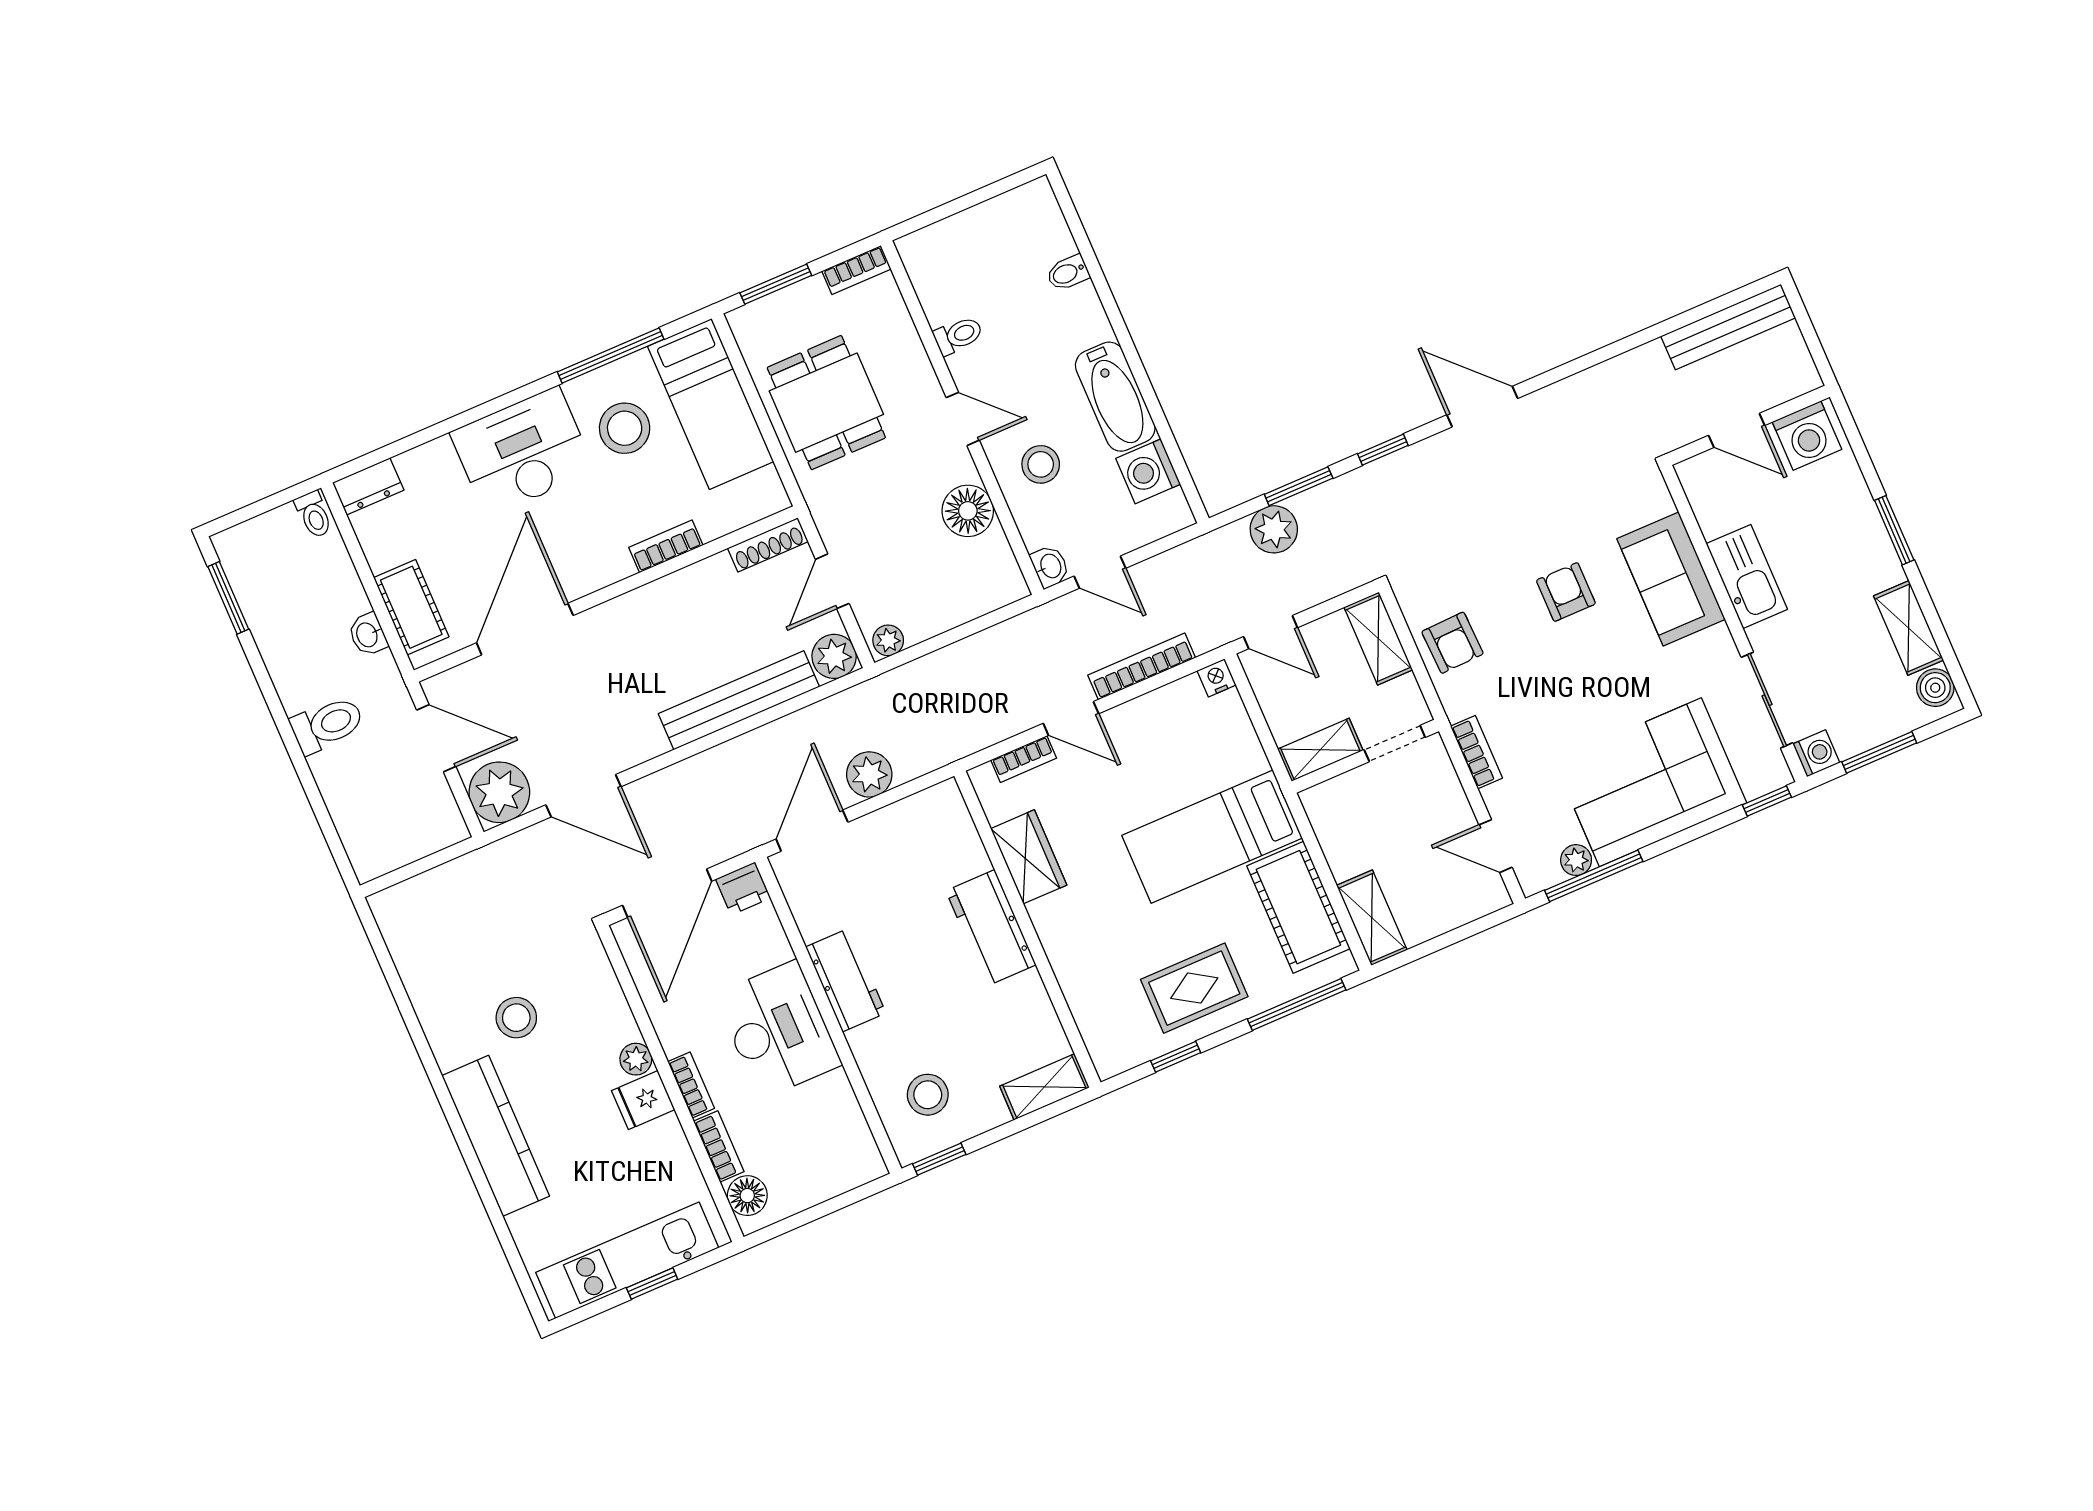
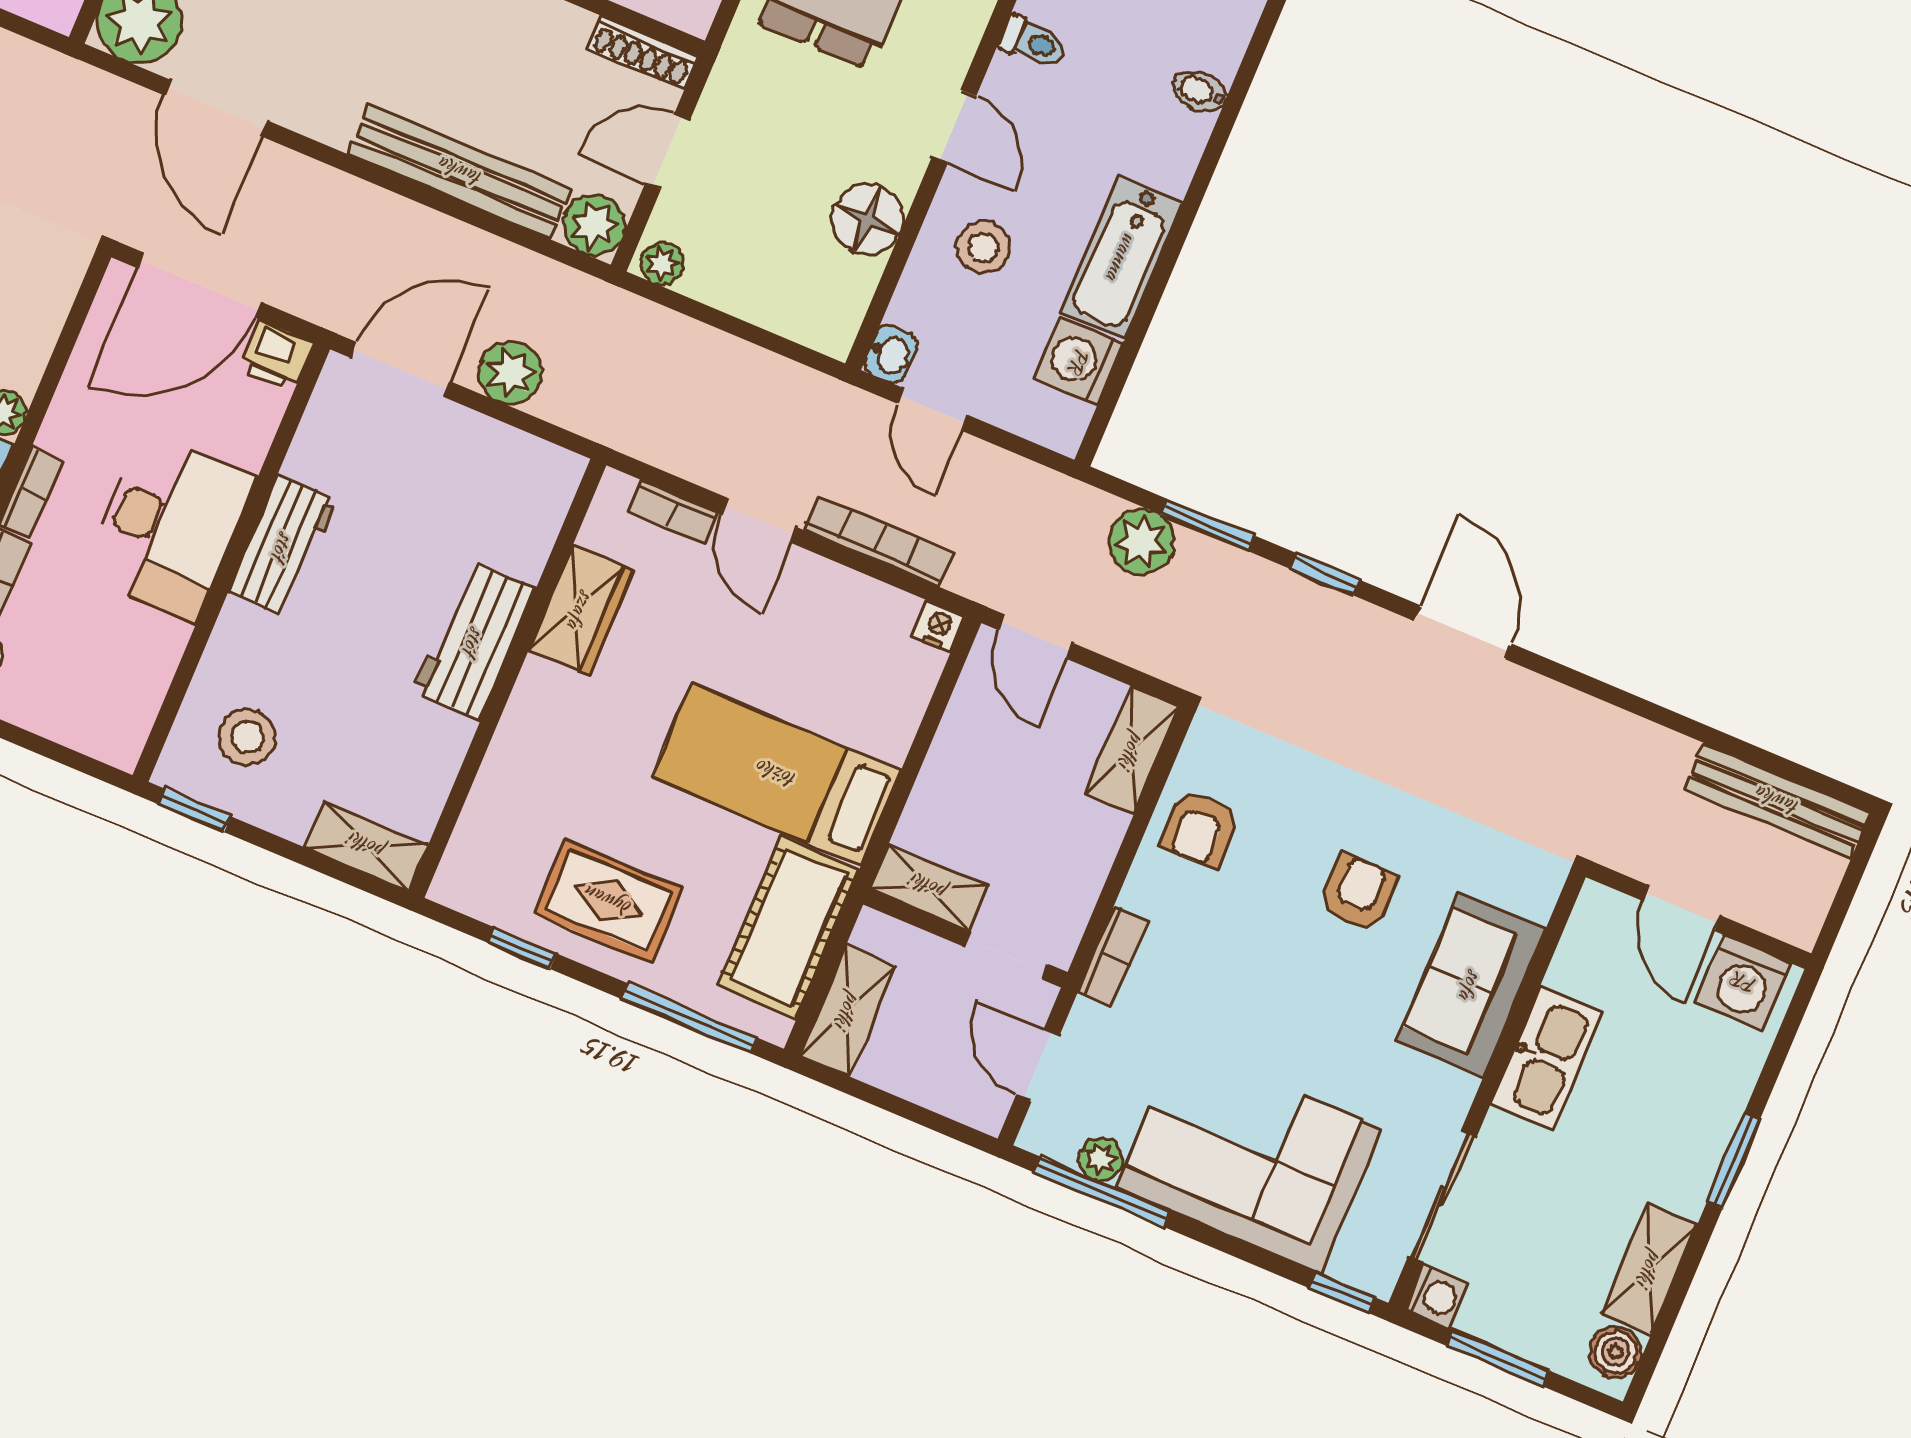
doorway: (1395, 743) -> (1006, 955), moved
shelving: (1320, 750) -> (929, 887), moved
wall: (1365, 756) -> (965, 938), moved

